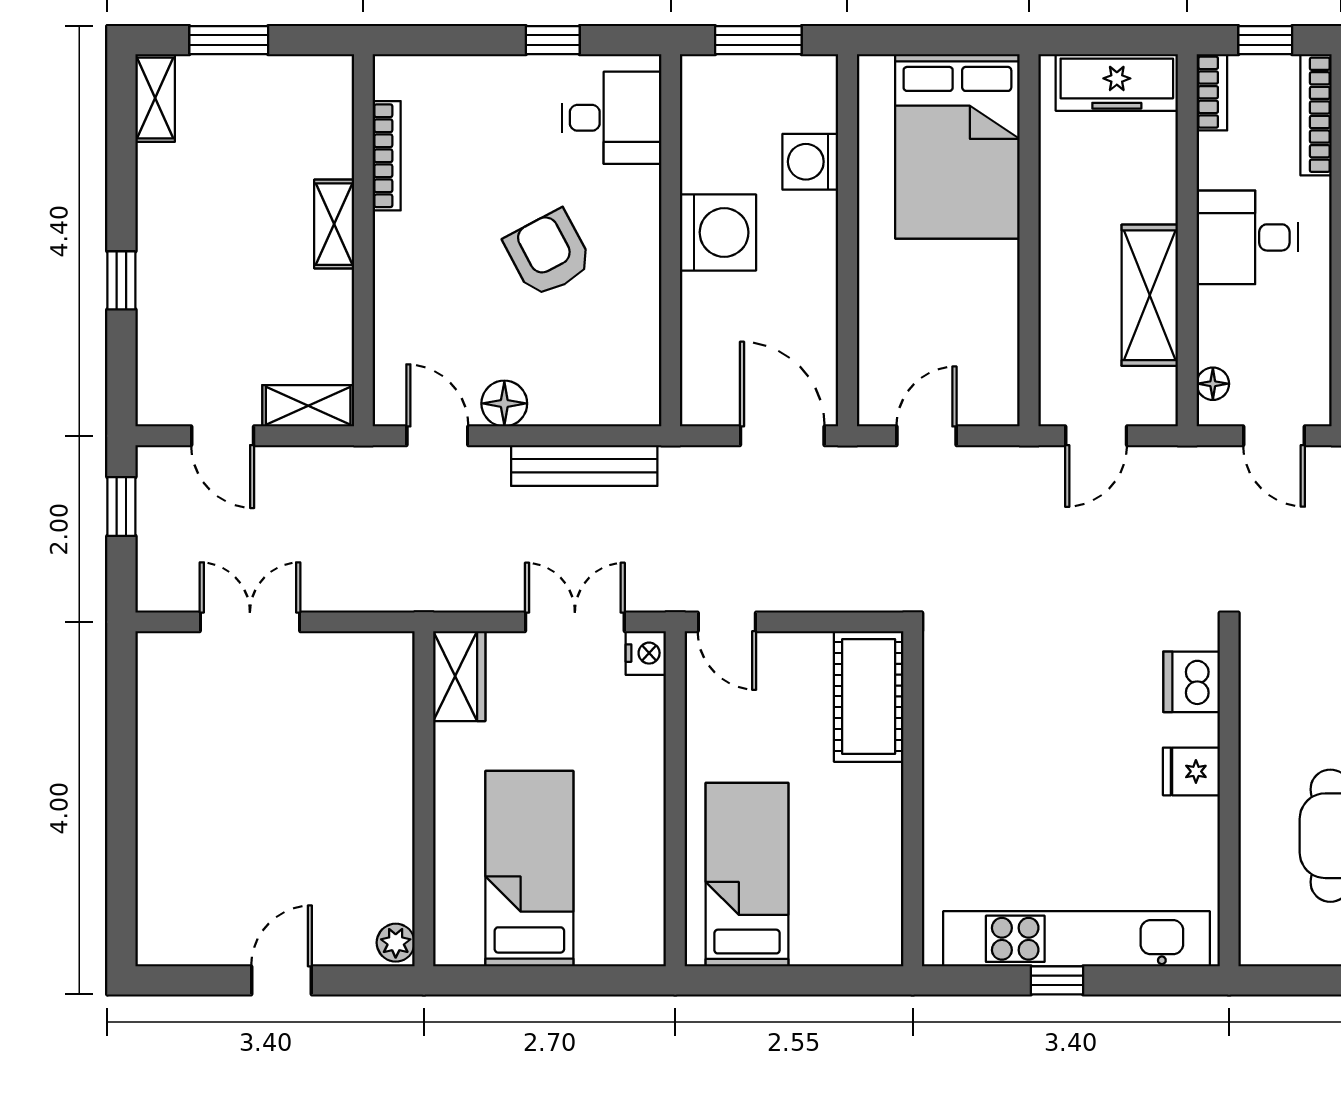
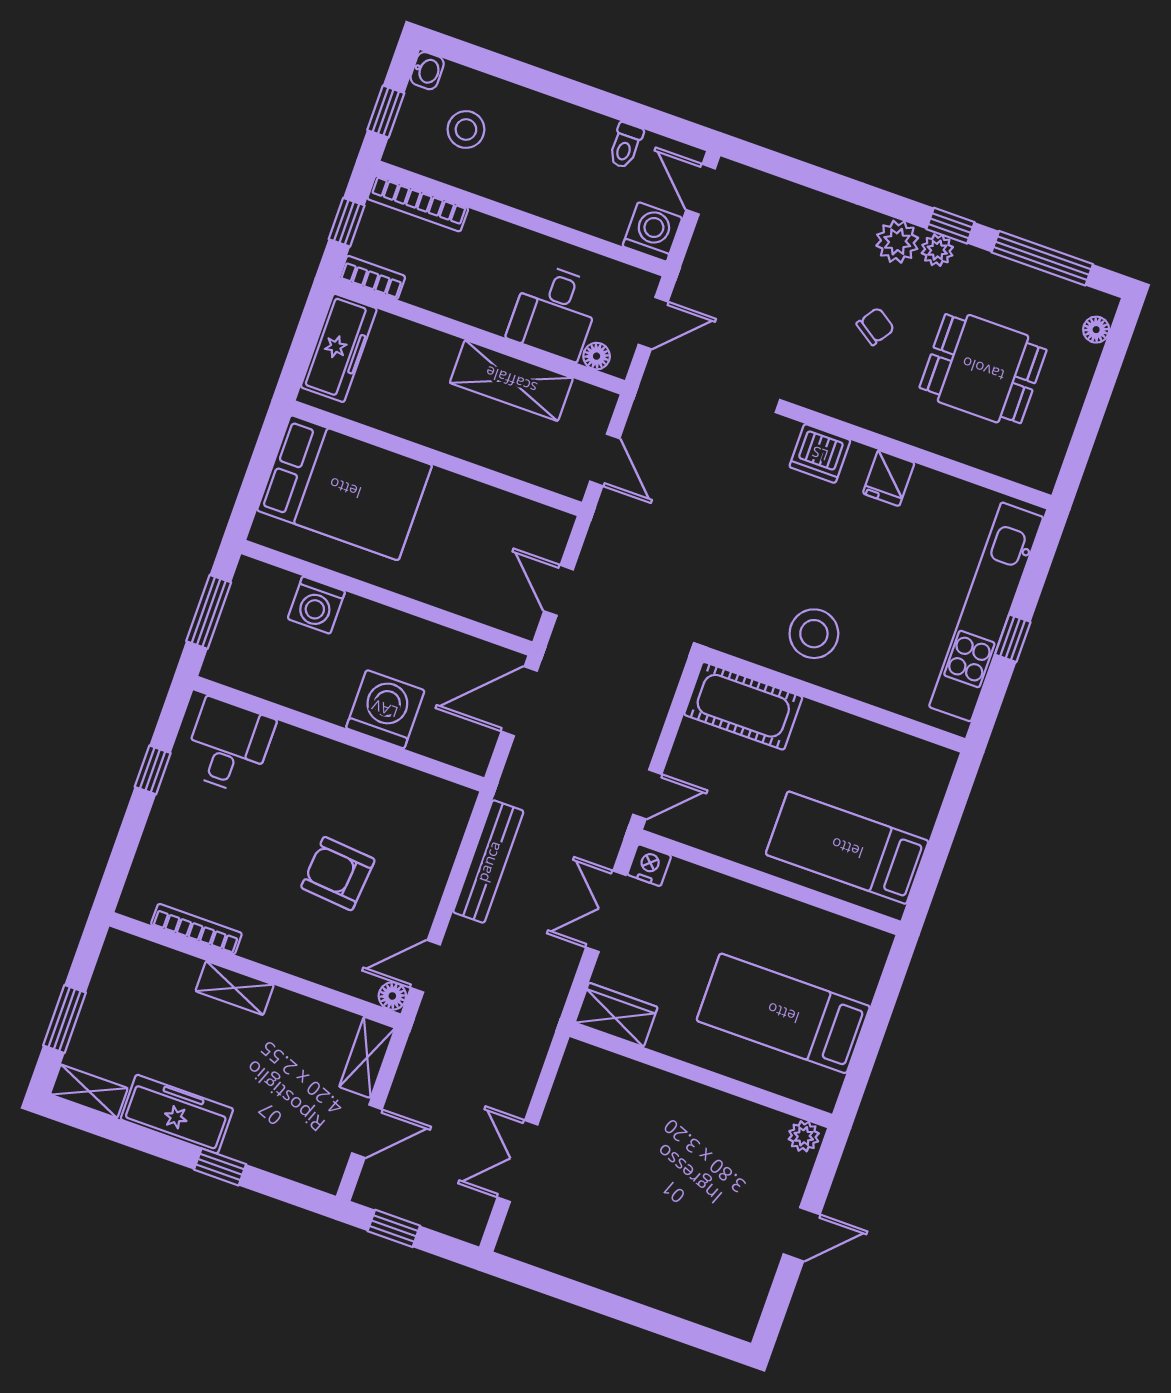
freezer: (165, 209) -> (177, 1114), added
washing machine: (718, 232) -> (385, 709), moved
desk: (1247, 237) -> (555, 312), moved
armchair: (548, 254) -> (338, 874), moved, turned 33
floor lamp: (504, 403) -> (392, 996), moved, width x0.73, depth x0.73
stool: (981, 749) -> (814, 634), added
door: (281, 980) -> (802, 1234), swing flipped

